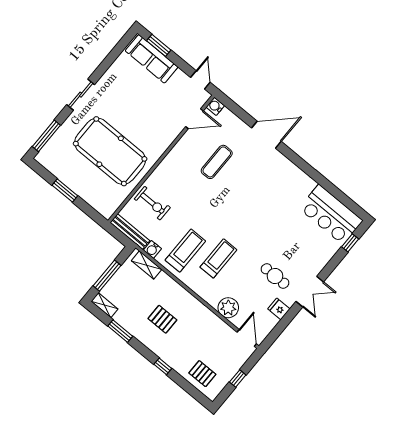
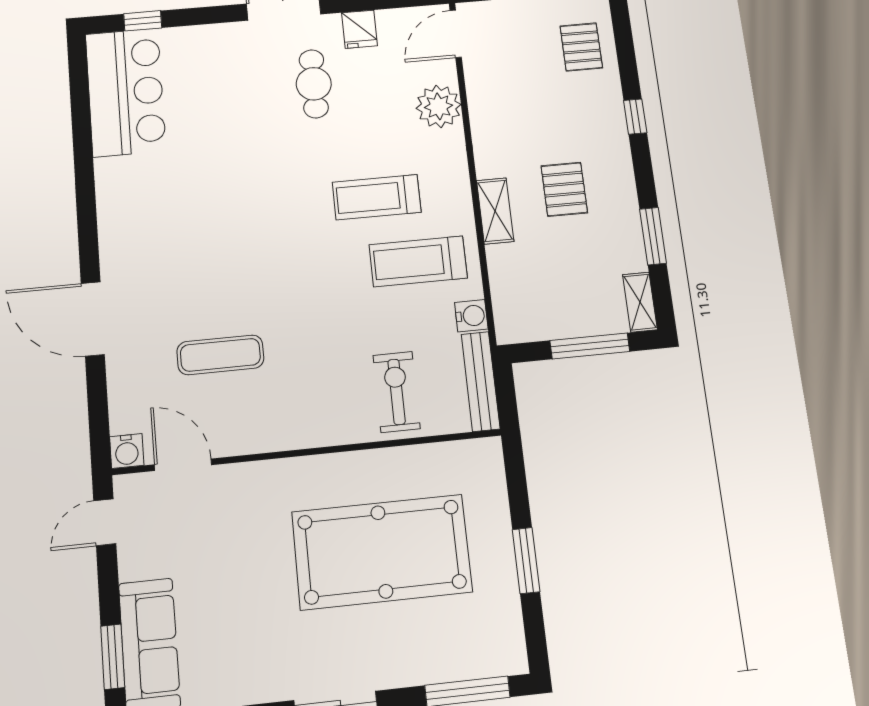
pool table: (110, 151) -> (382, 552), turned 90
shelving: (147, 265) -> (495, 211), moved

